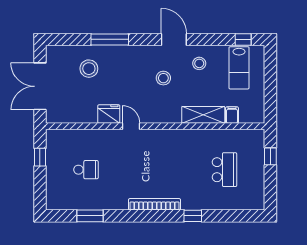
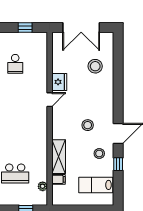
window: (110, 39) -> (118, 83), removed
window: (243, 39) -> (118, 164), moved
double door: (40, 86) -> (81, 27), swing flipped
plant: (241, 135) -> (43, 186), added

